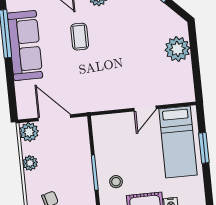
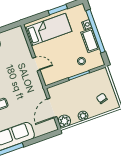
door: (145, 109) -> (36, 64), moved
window: (204, 148) -> (58, 10), moved

